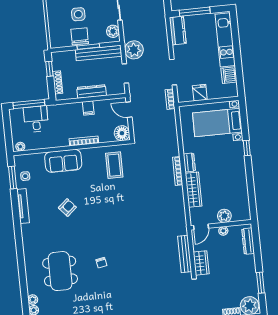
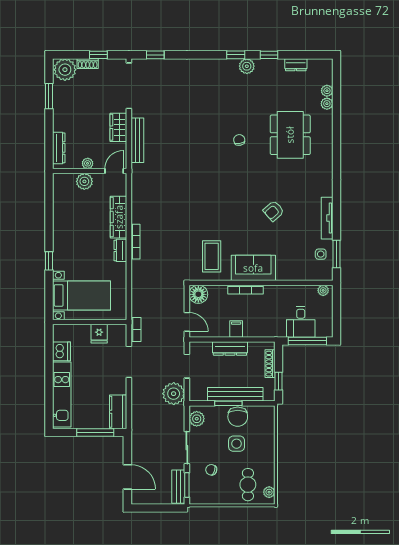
bench: (99, 53) -> (235, 394), moved
sofa: (63, 161) -> (253, 268), moved

